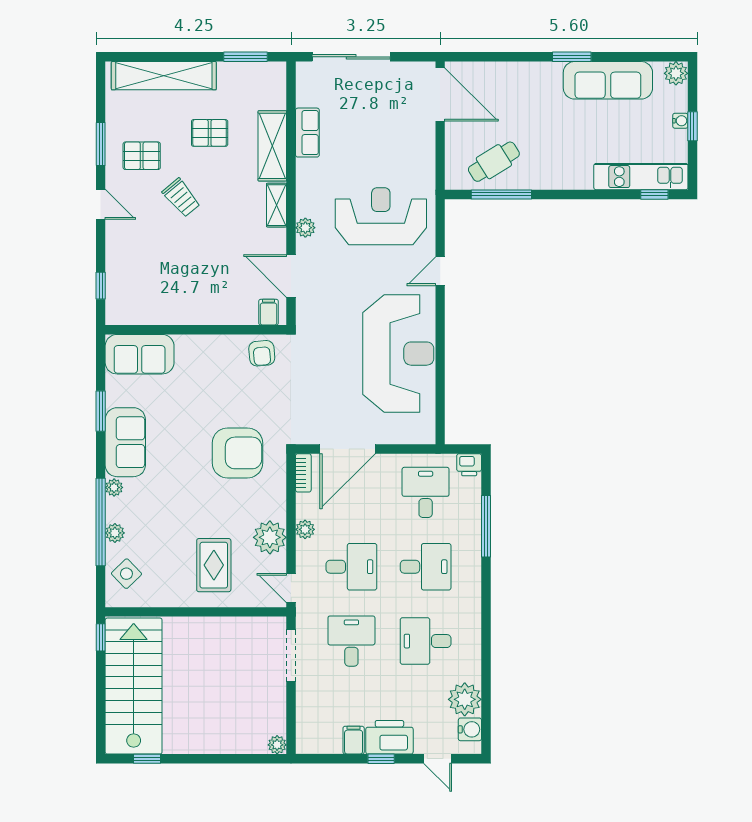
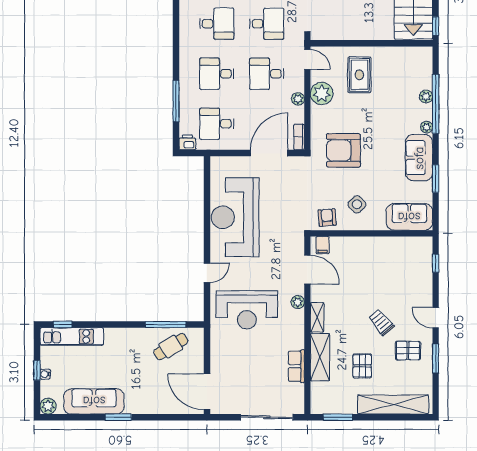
pallet: (210, 133) -> (362, 366), turned 90
desk: (426, 492) -> (217, 124), turned 90
side table: (126, 574) -> (357, 204), moved
desk: (351, 641) -> (267, 24), turned -90

